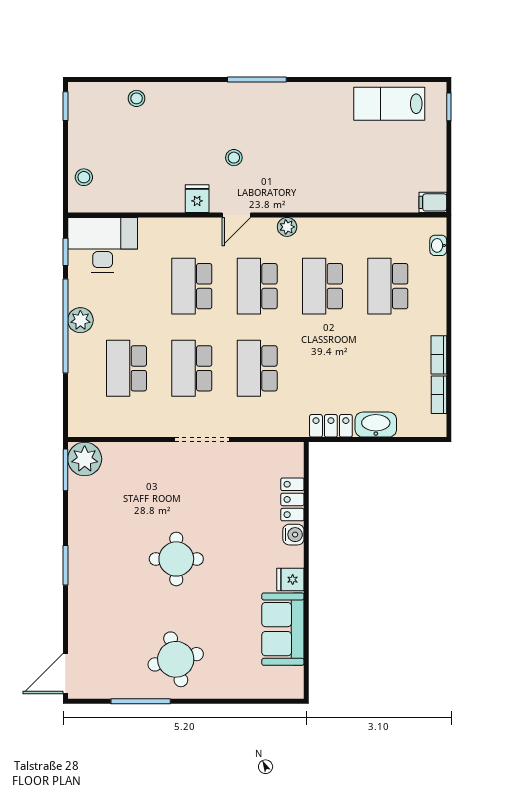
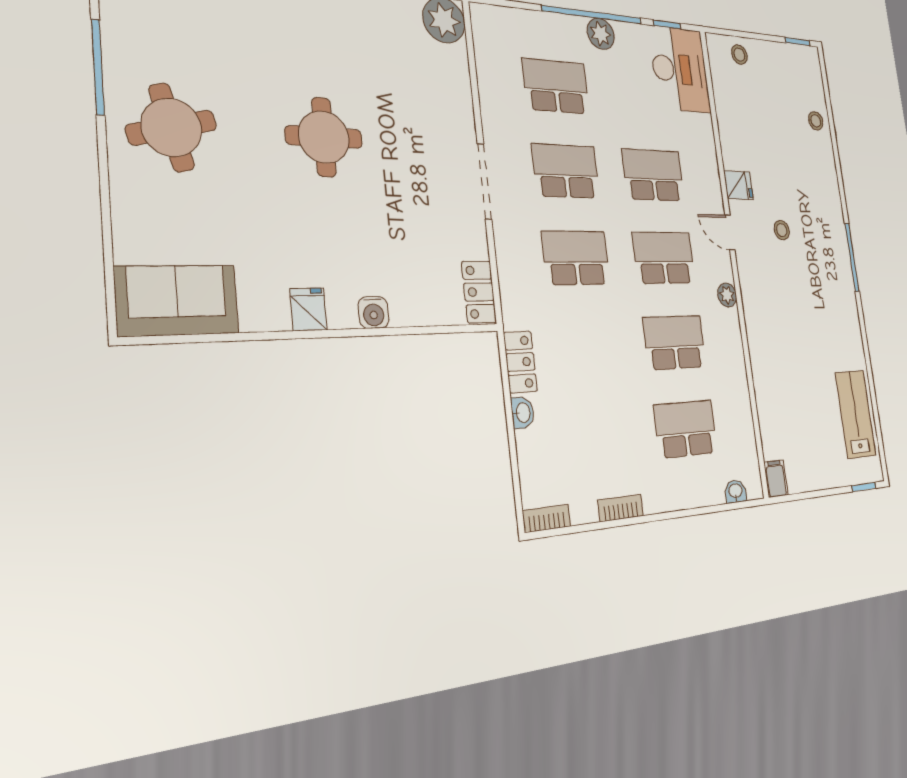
bookcase: (439, 395) -> (547, 518), moved
washbasin: (376, 425) -> (523, 413), width x0.52, depth x0.69
locker: (292, 499) -> (479, 292), moved, turned -90
sofa: (283, 629) -> (177, 300), moved

